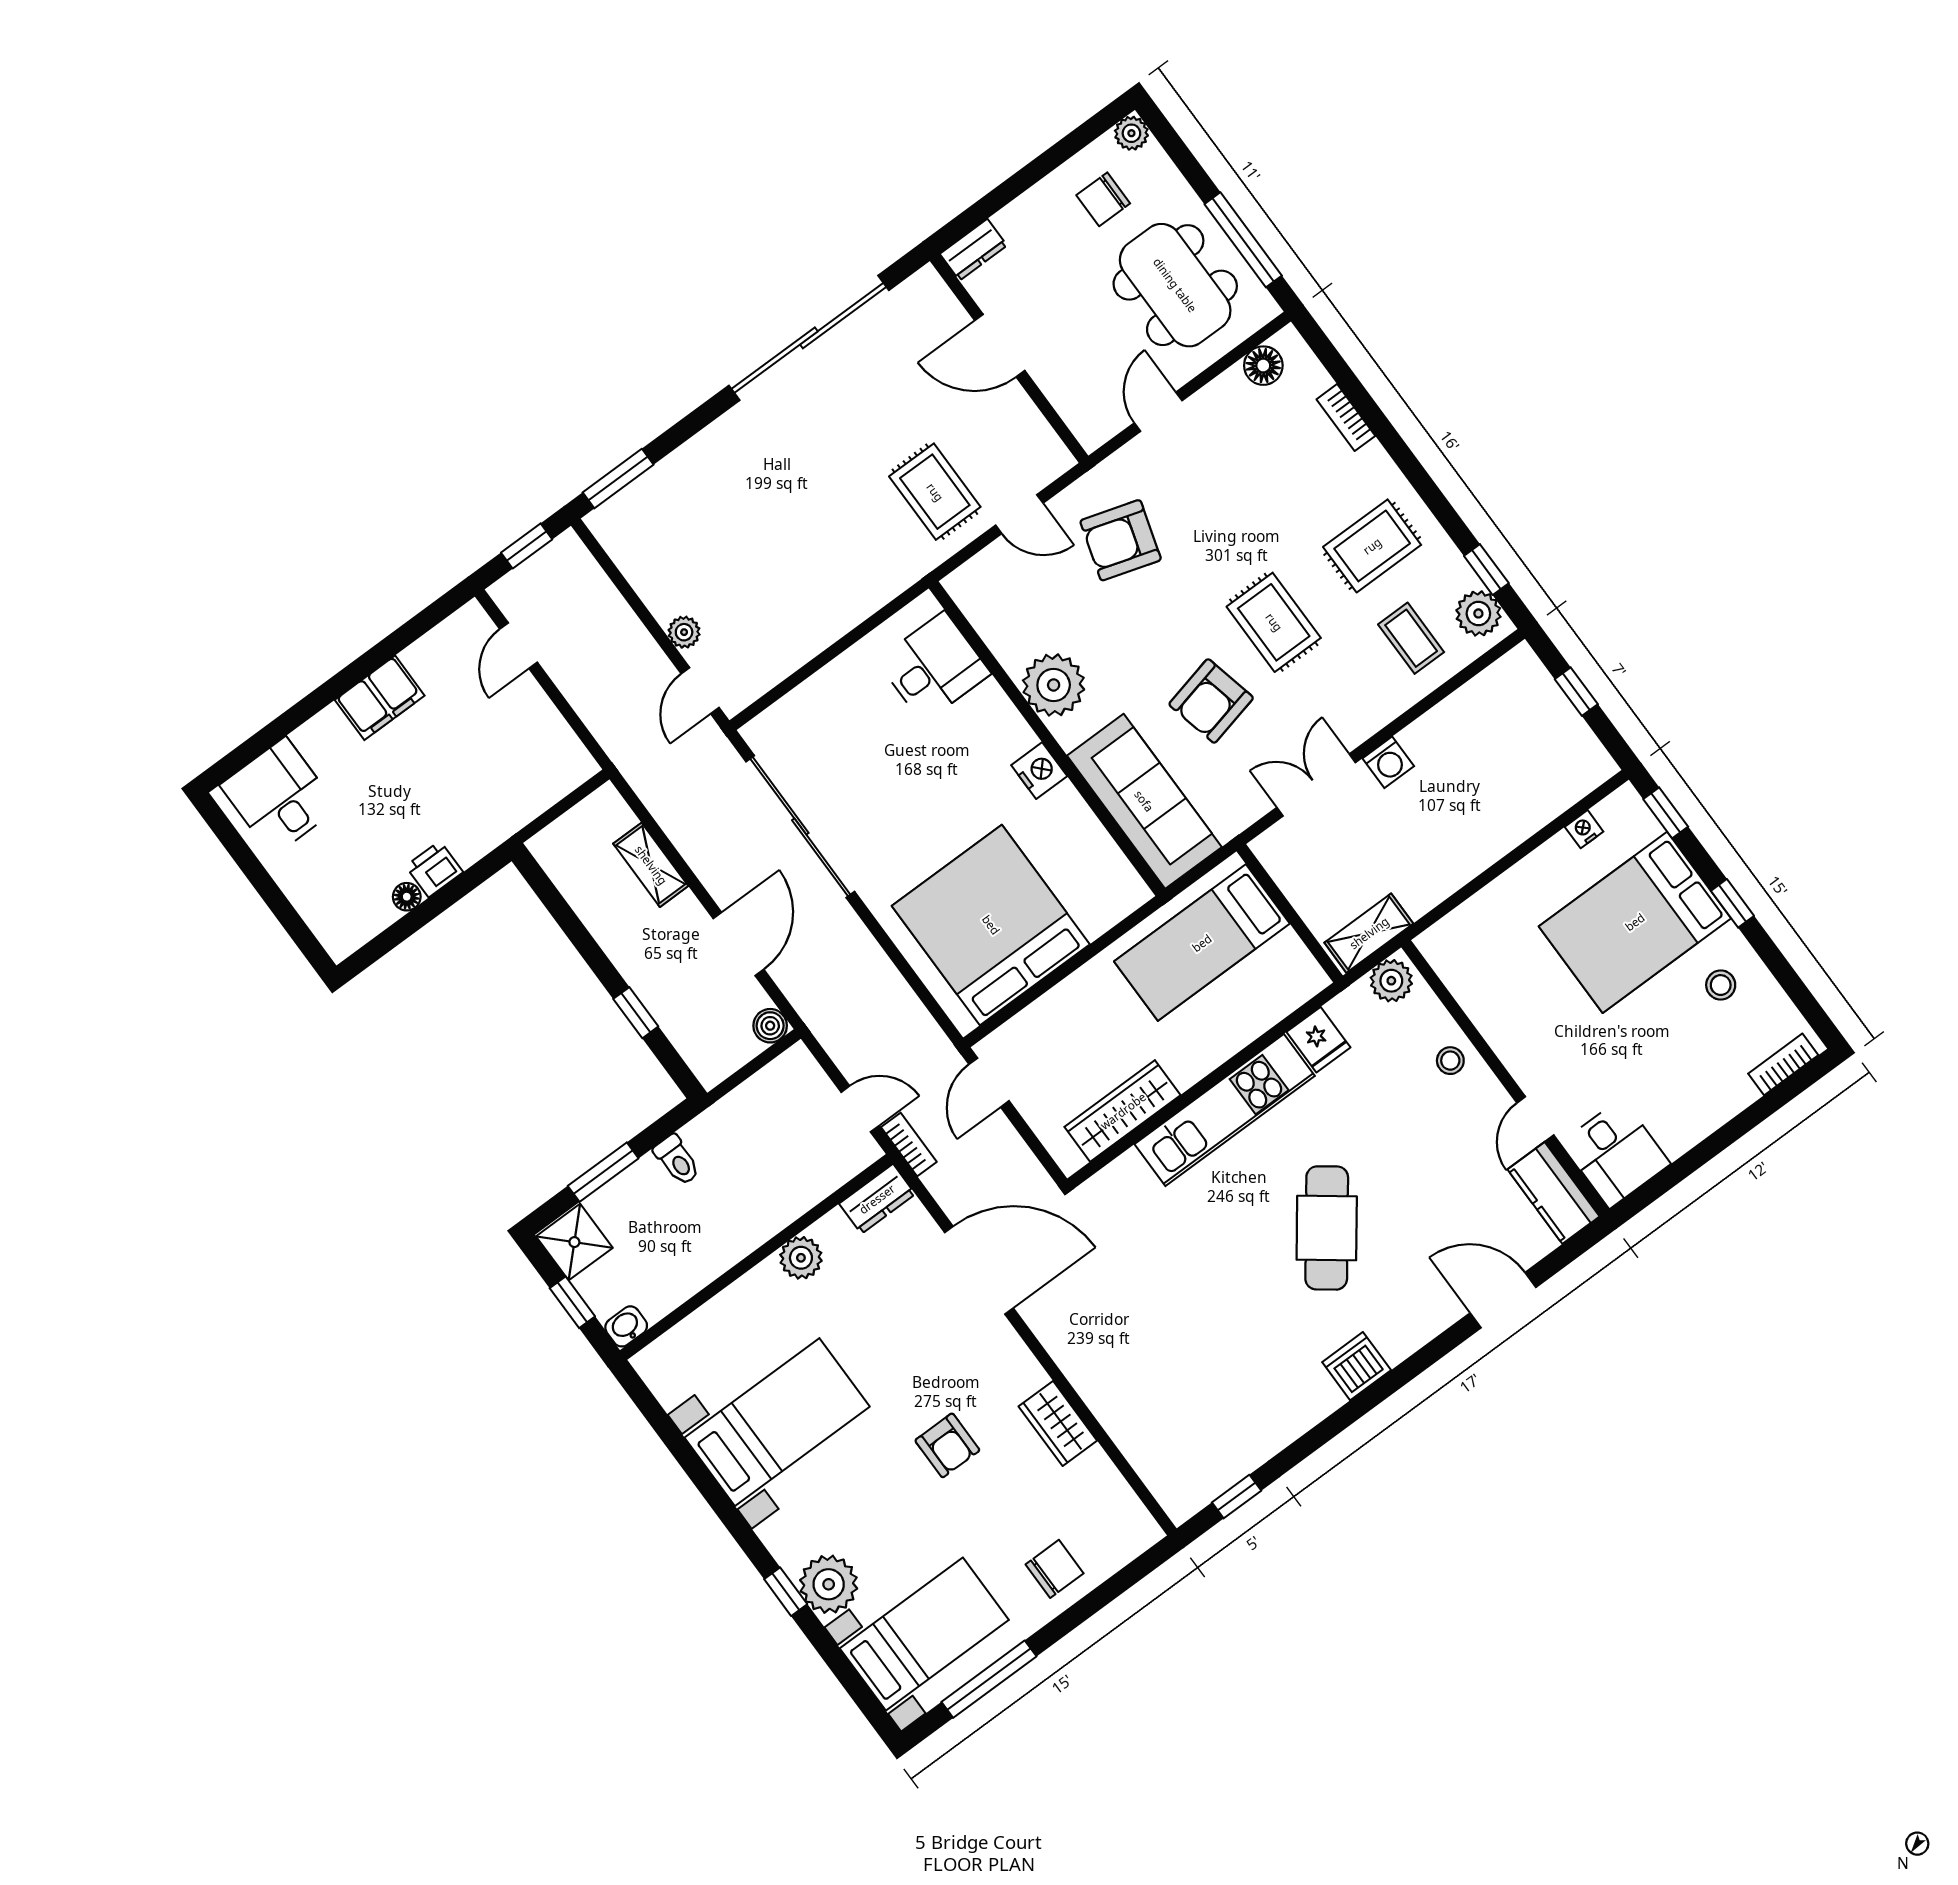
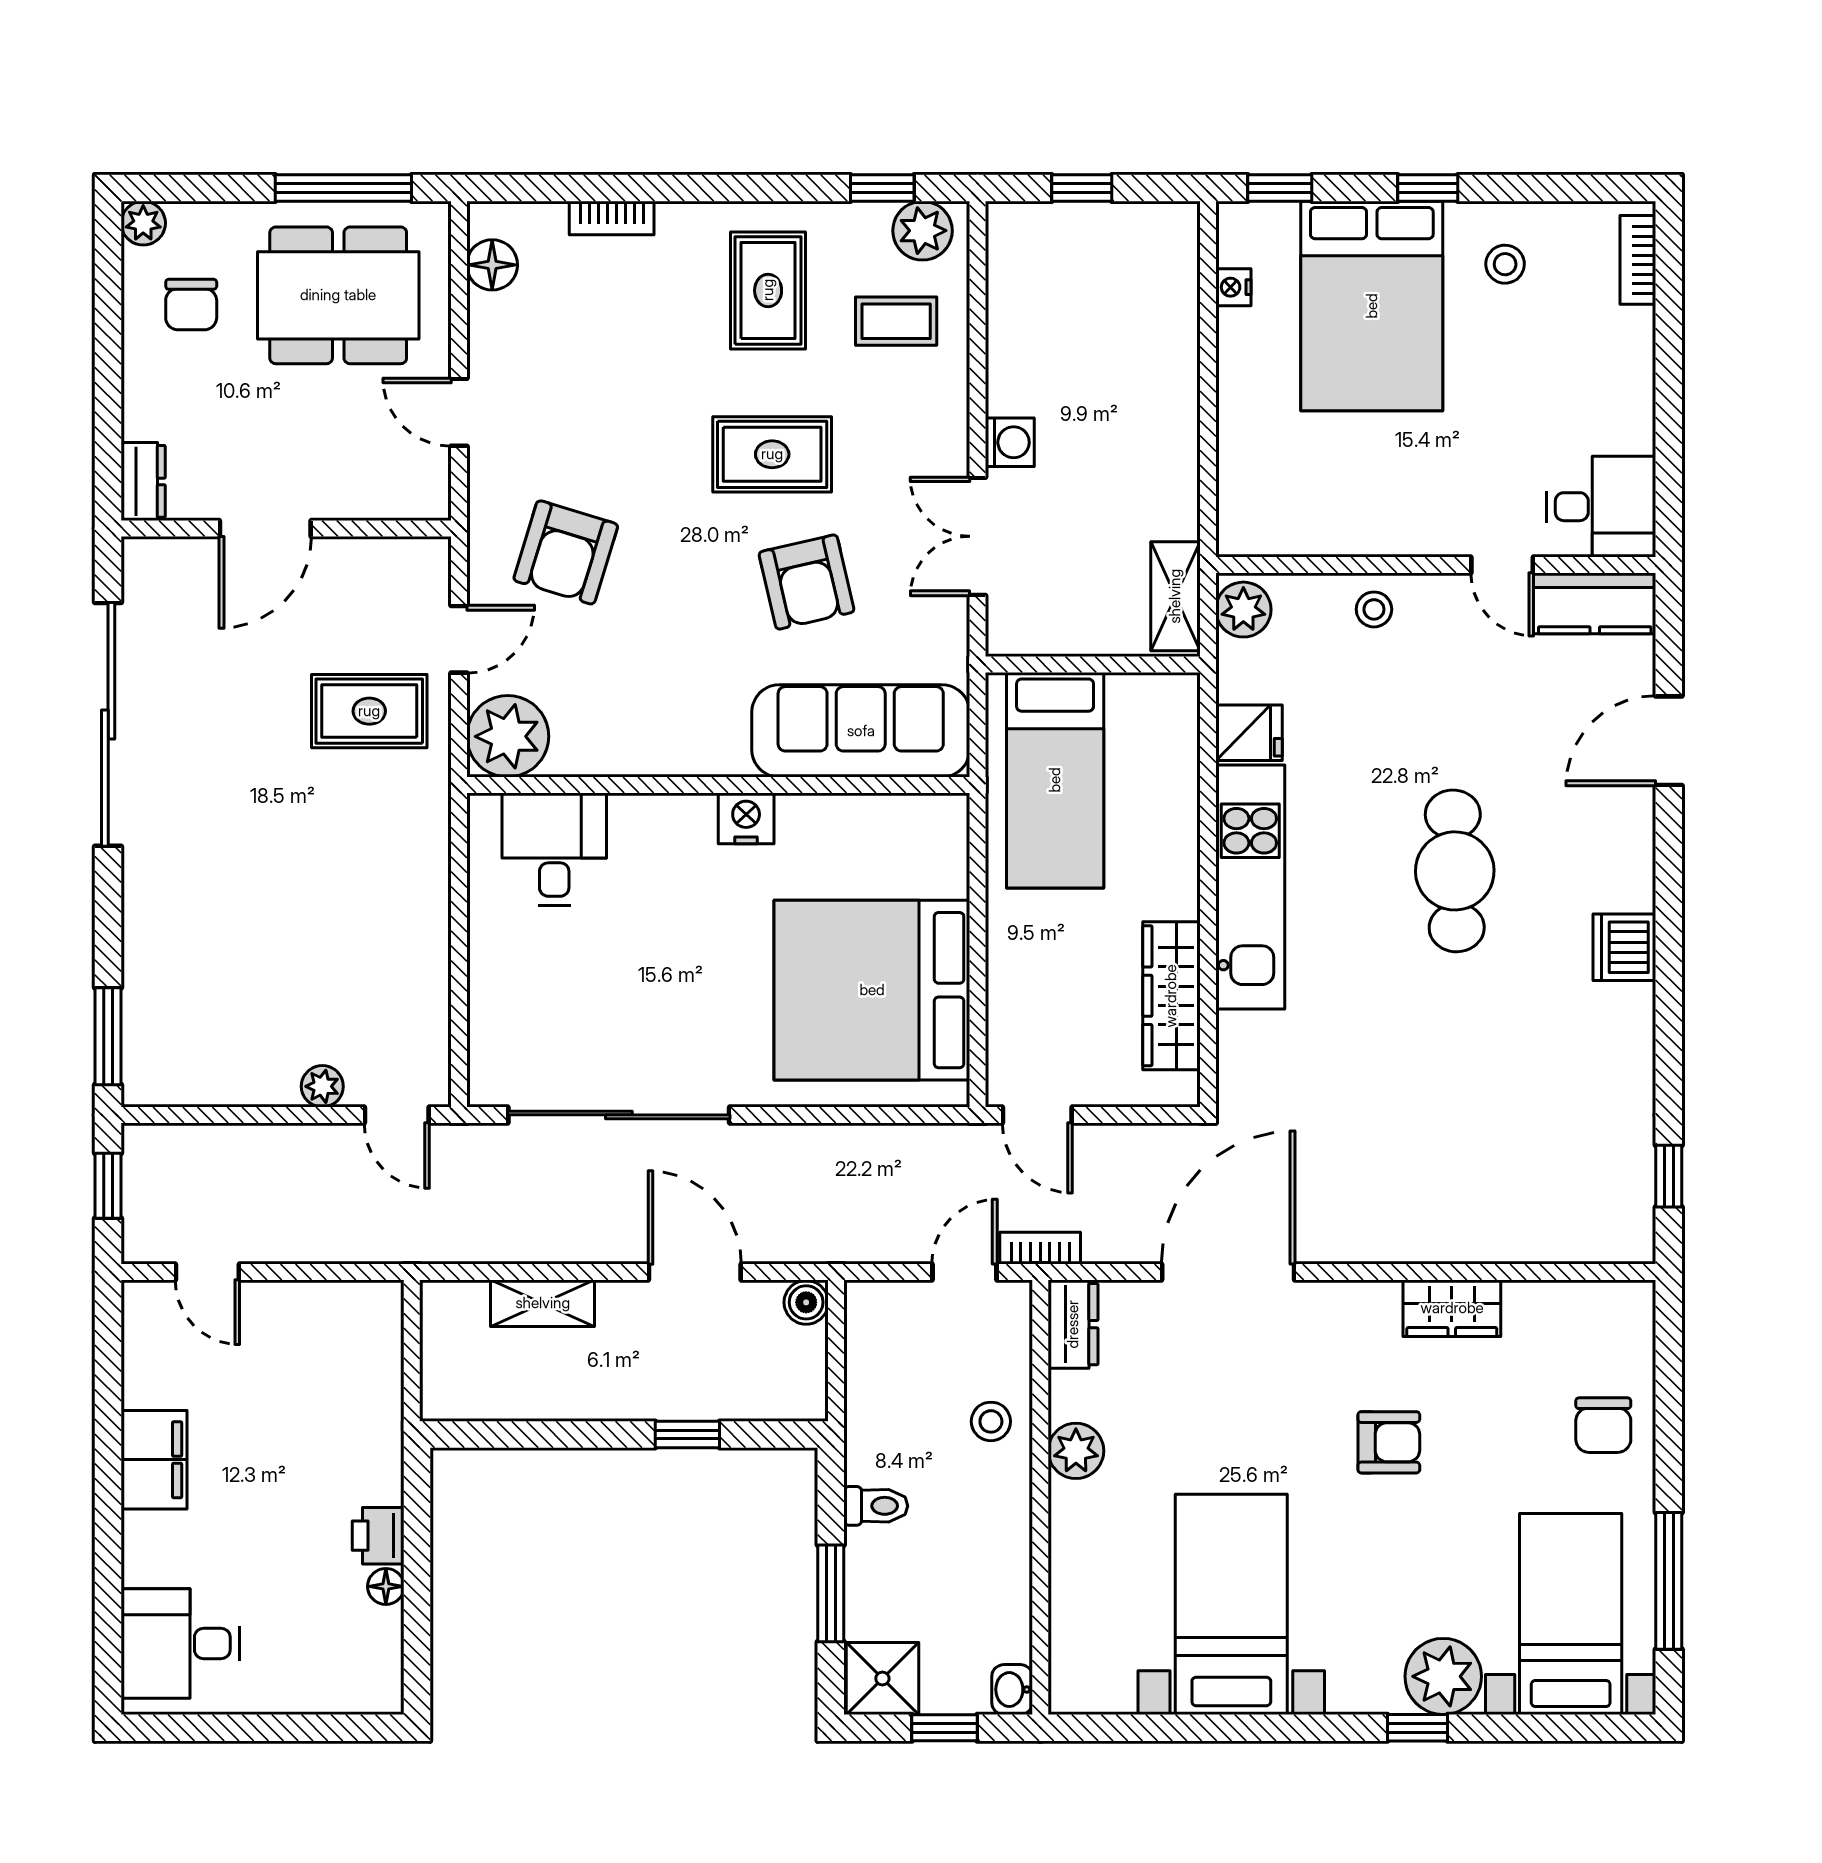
plant: (1054, 685) -> (508, 736), moved
stool: (781, 1192) -> (991, 1421), added
cafe table: (1327, 1228) -> (1455, 871), turned 51
chair: (1055, 1569) -> (1603, 1425), turned 180

